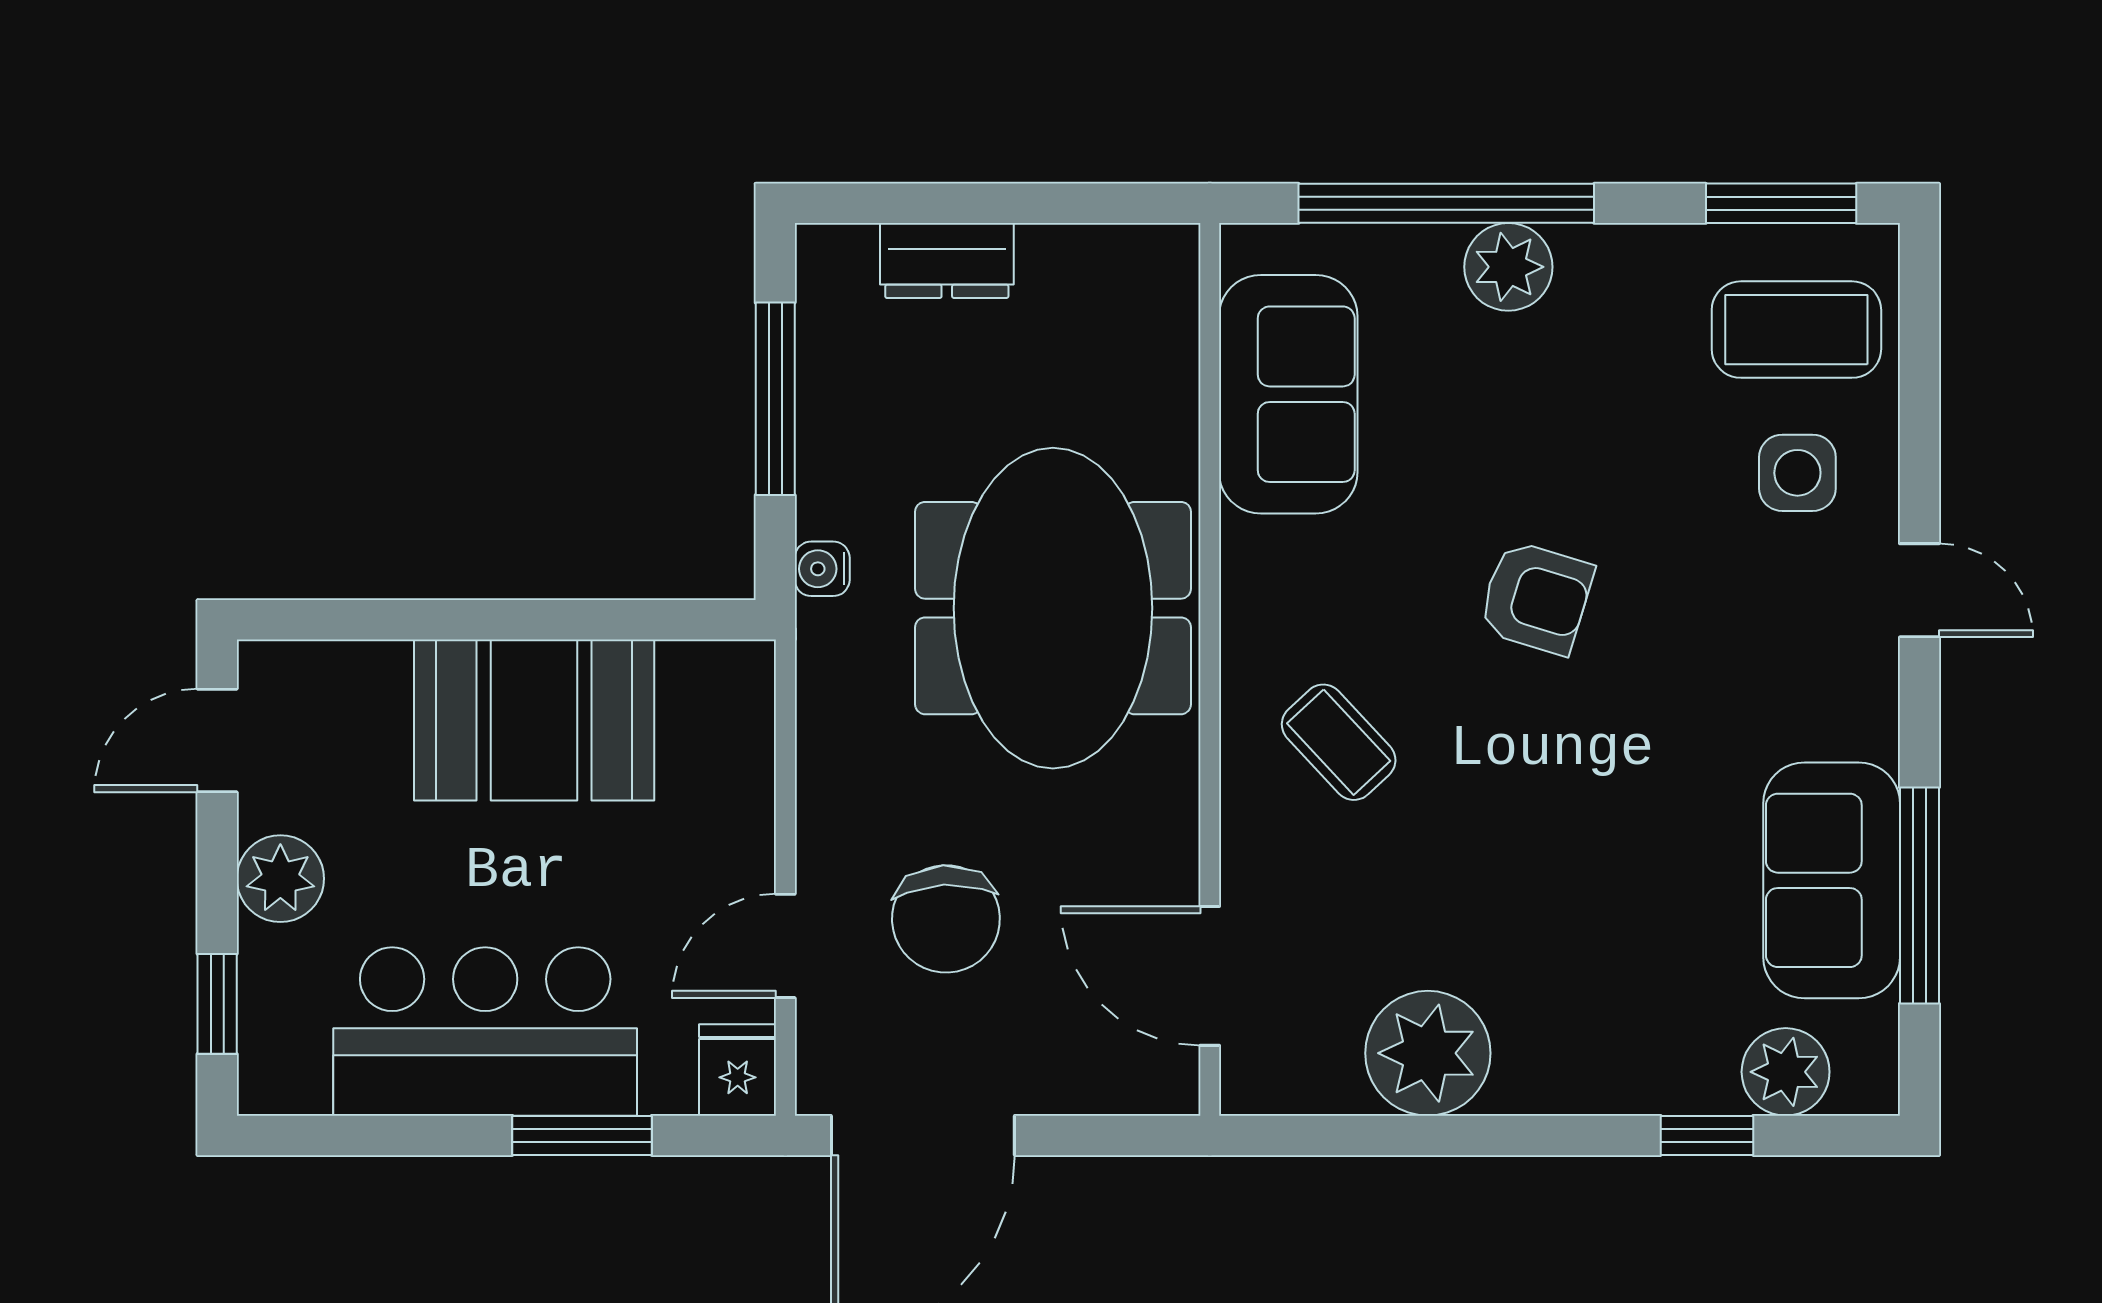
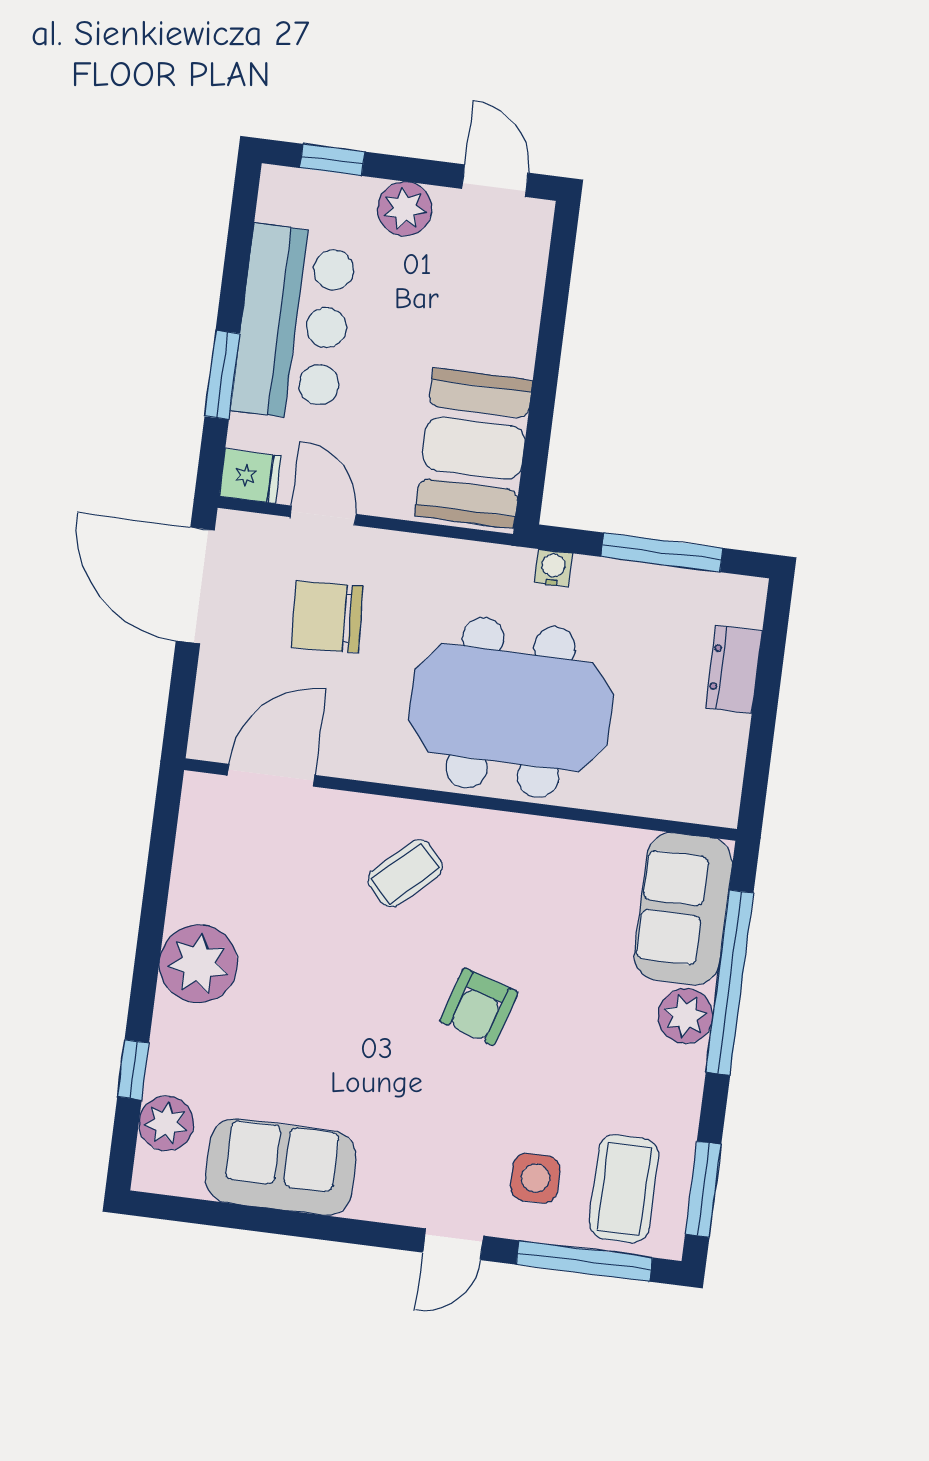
sofa: (1288, 394) -> (683, 909), moved, turned 90
booth: (534, 720) -> (474, 448), moved
window: (1919, 895) -> (584, 1261), moved
plant: (1428, 1053) -> (198, 964), moved

